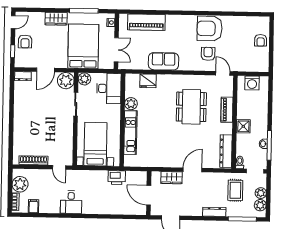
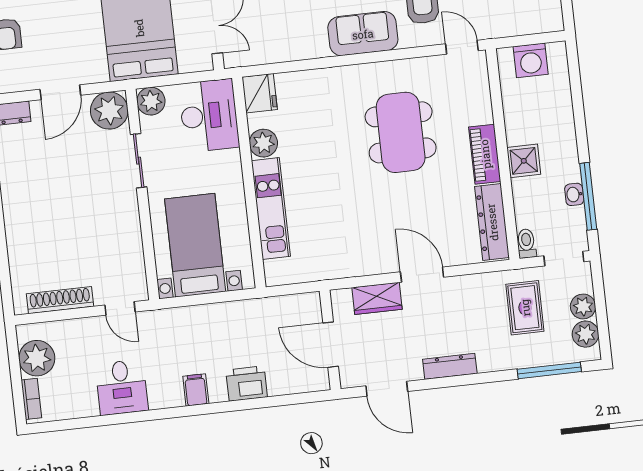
sofa: (164, 61) -> (363, 34), moved
fridge: (148, 81) -> (260, 93), moved, turned -90
piano: (227, 110) -> (485, 154), moved
door: (193, 170) -> (422, 275), hinge flipped
printer: (117, 178) -> (247, 384), moved, turned 180
desk: (71, 202) -> (122, 387), moved
filing cabinet: (33, 206) -> (196, 390), moved
dresser: (214, 212) -> (450, 366), moved

